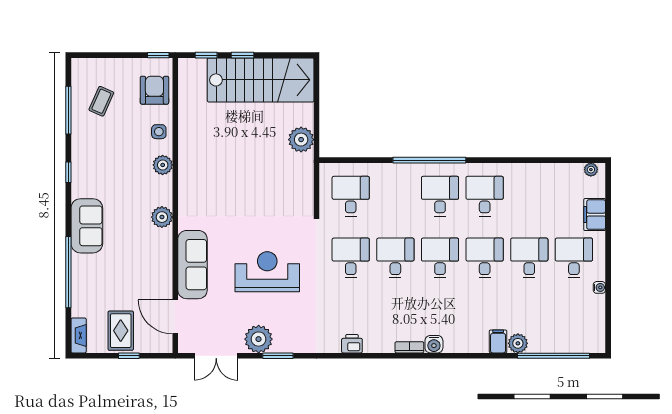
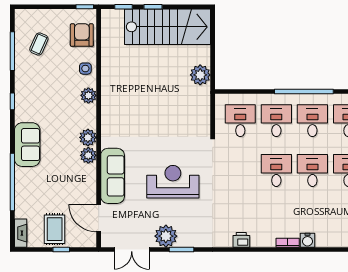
plant: (162, 239) -> (88, 155), added
desk: (351, 258) -> (276, 121), moved

